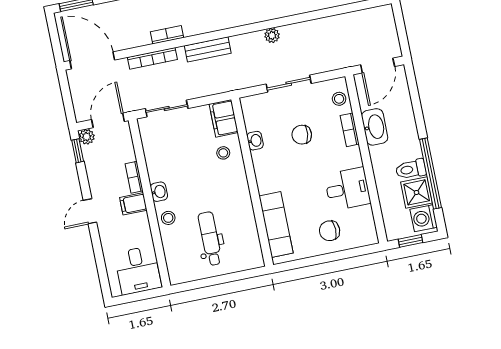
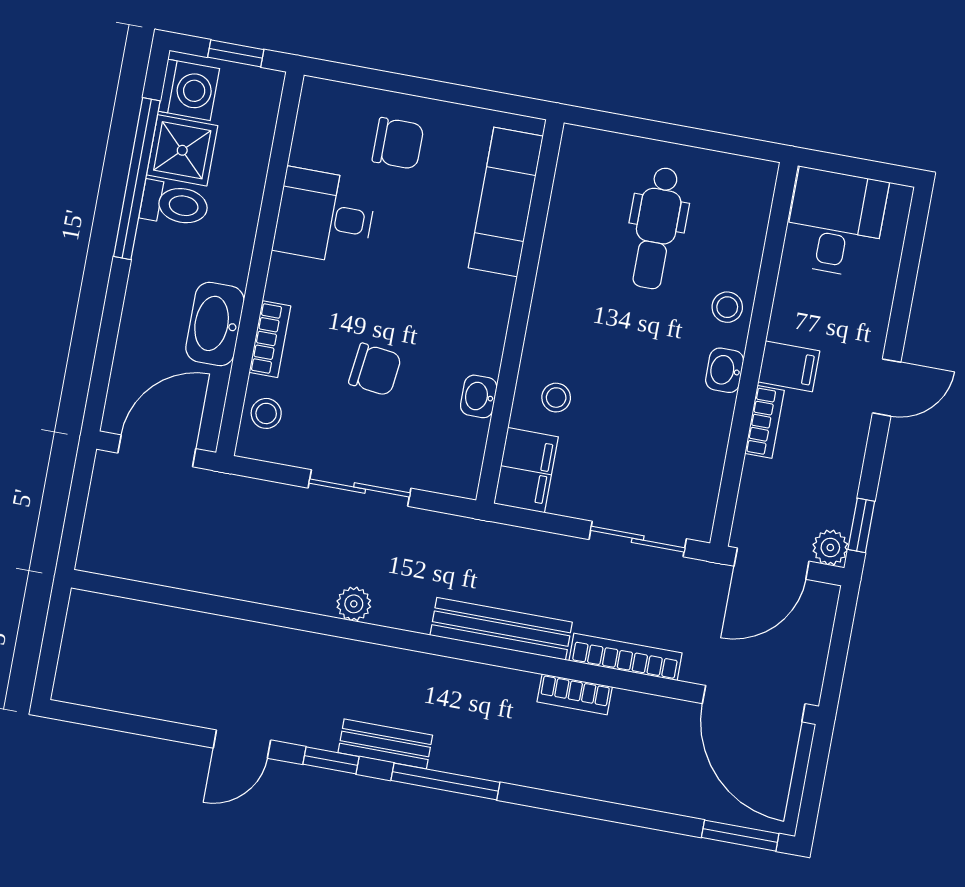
bench: (208, 49) -> (501, 629), width x1.36

